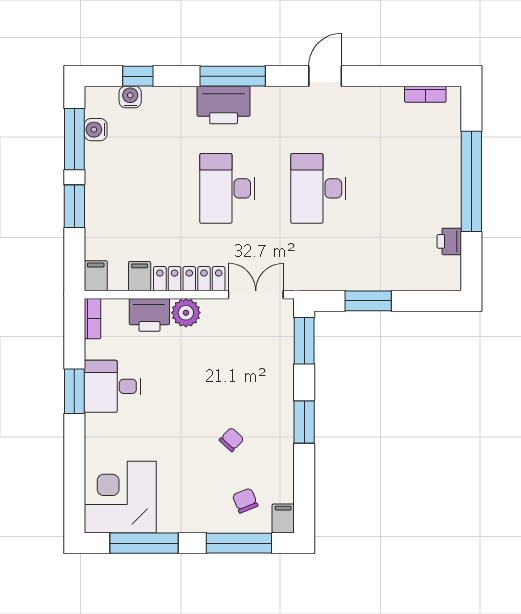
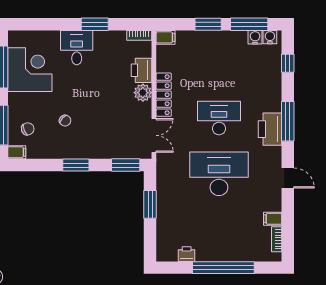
water cooler: (130, 97) -> (270, 37), moved, turned -90
printer: (224, 105) -> (270, 129), moved
desk: (318, 188) -> (219, 174), width x1.36, depth x1.30
filing cabinet: (140, 276) -> (273, 219), moved, turned 180
desk: (113, 386) -> (77, 48), moved
corner desk: (120, 497) -> (30, 70), moved

